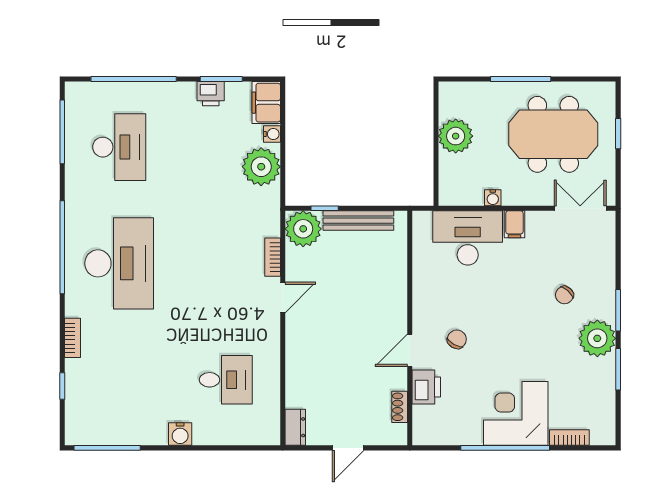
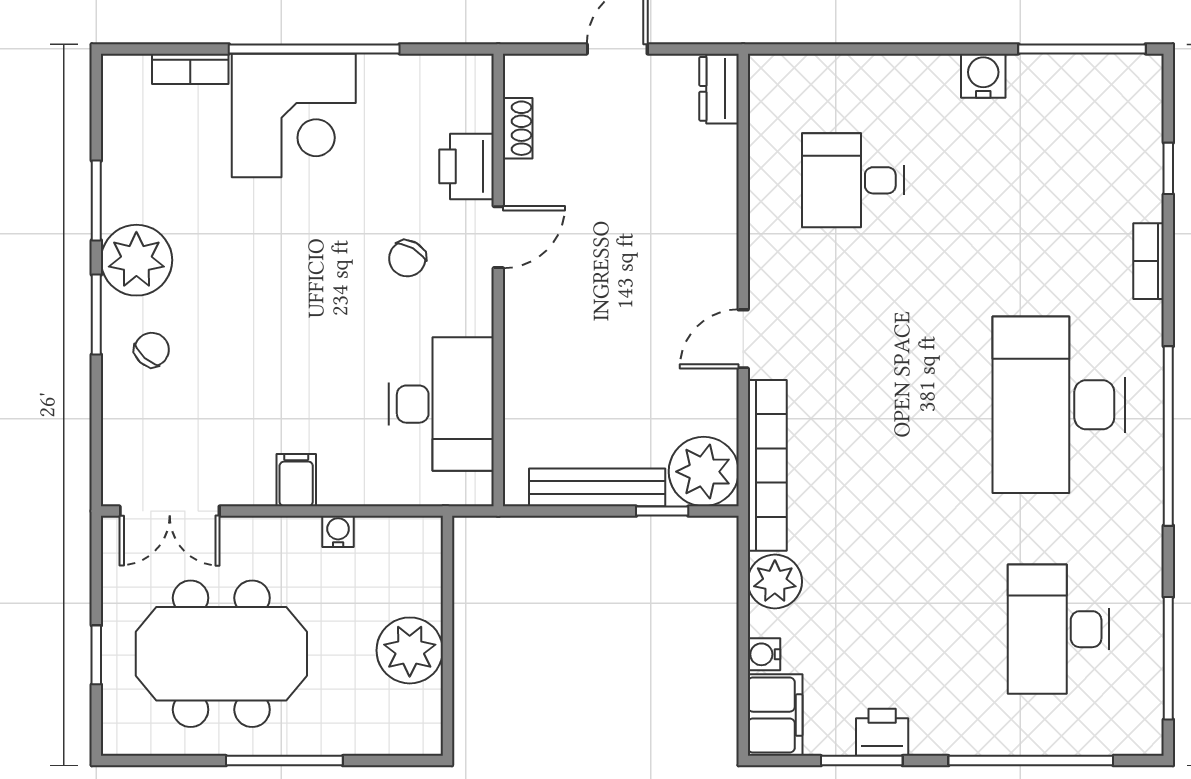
plant: (261, 167) -> (775, 581), width x0.73, depth x0.73
desk: (468, 238) -> (441, 404), moved, turned -90
bookcase: (273, 257) -> (767, 465), width x2.31, depth x1.31
chair: (564, 295) -> (152, 350), moved
water cooler: (180, 434) -> (983, 76), moved

